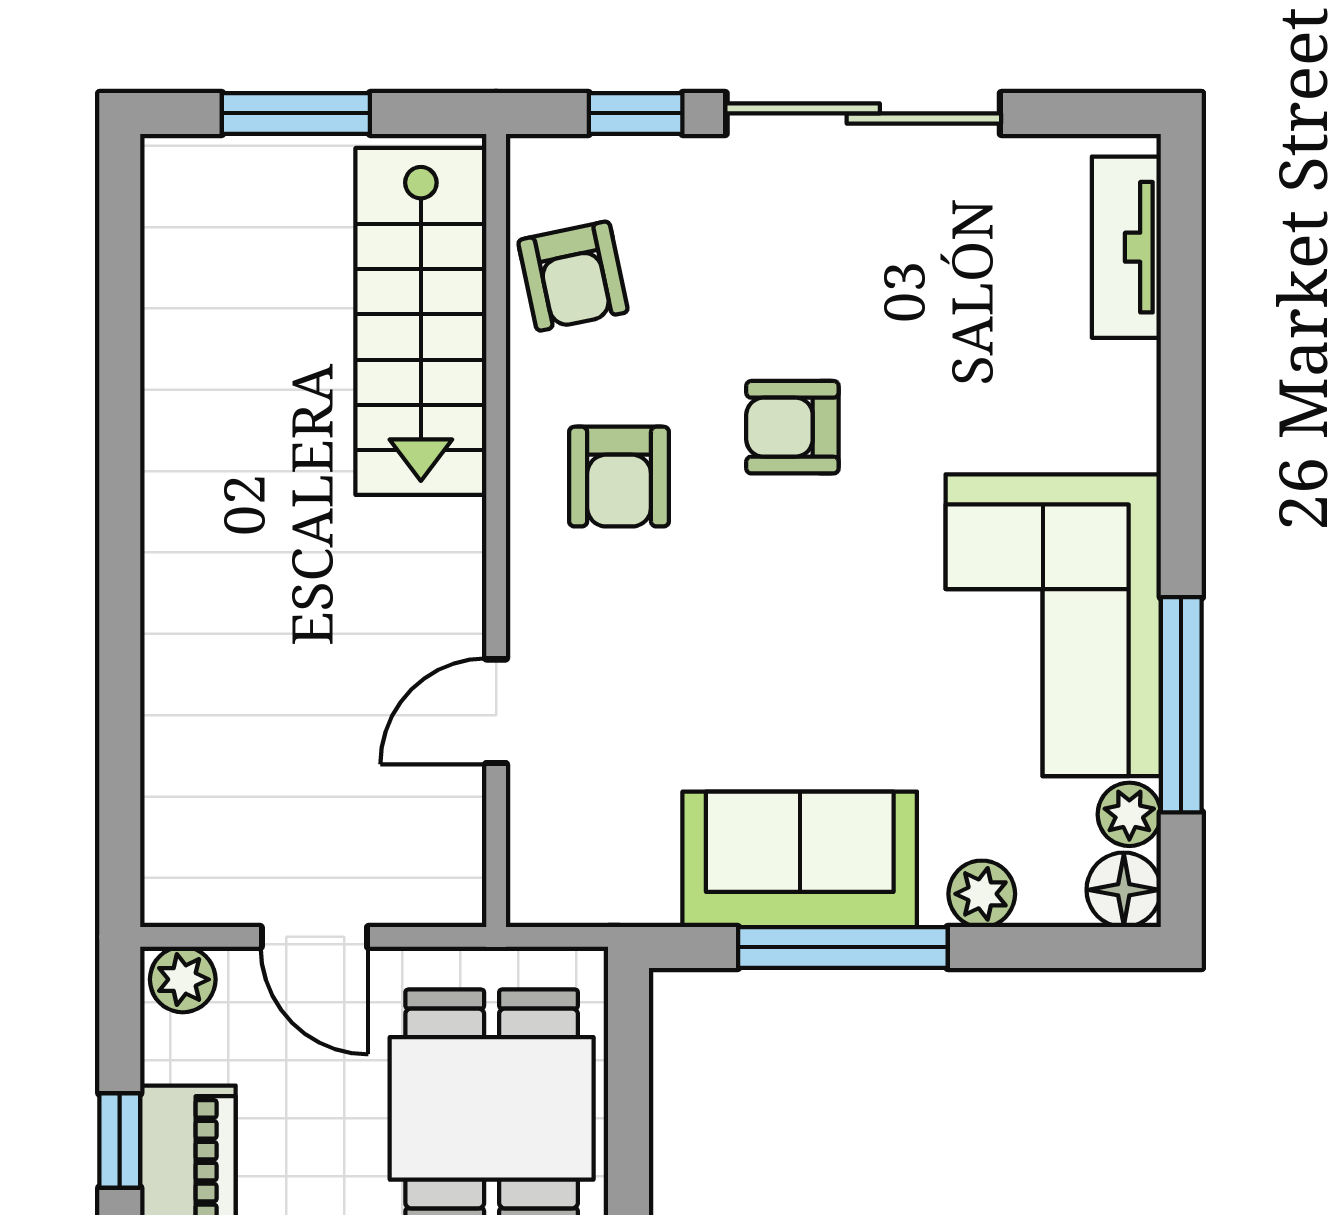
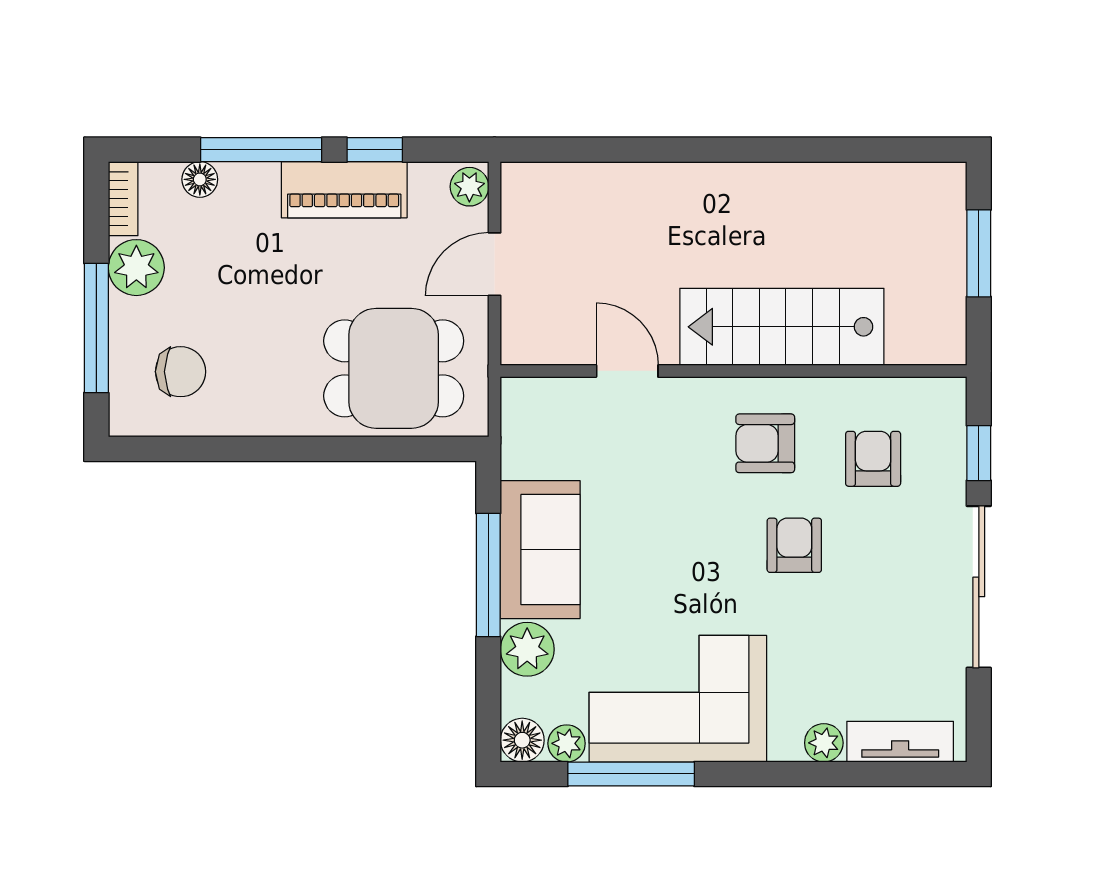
armchair: (573, 276) -> (873, 459), moved, turned 102
stairs: (421, 321) -> (782, 327), moved
plant: (1128, 377) -> (824, 743), added
plant: (982, 894) -> (527, 649), width x1.38, depth x1.38

